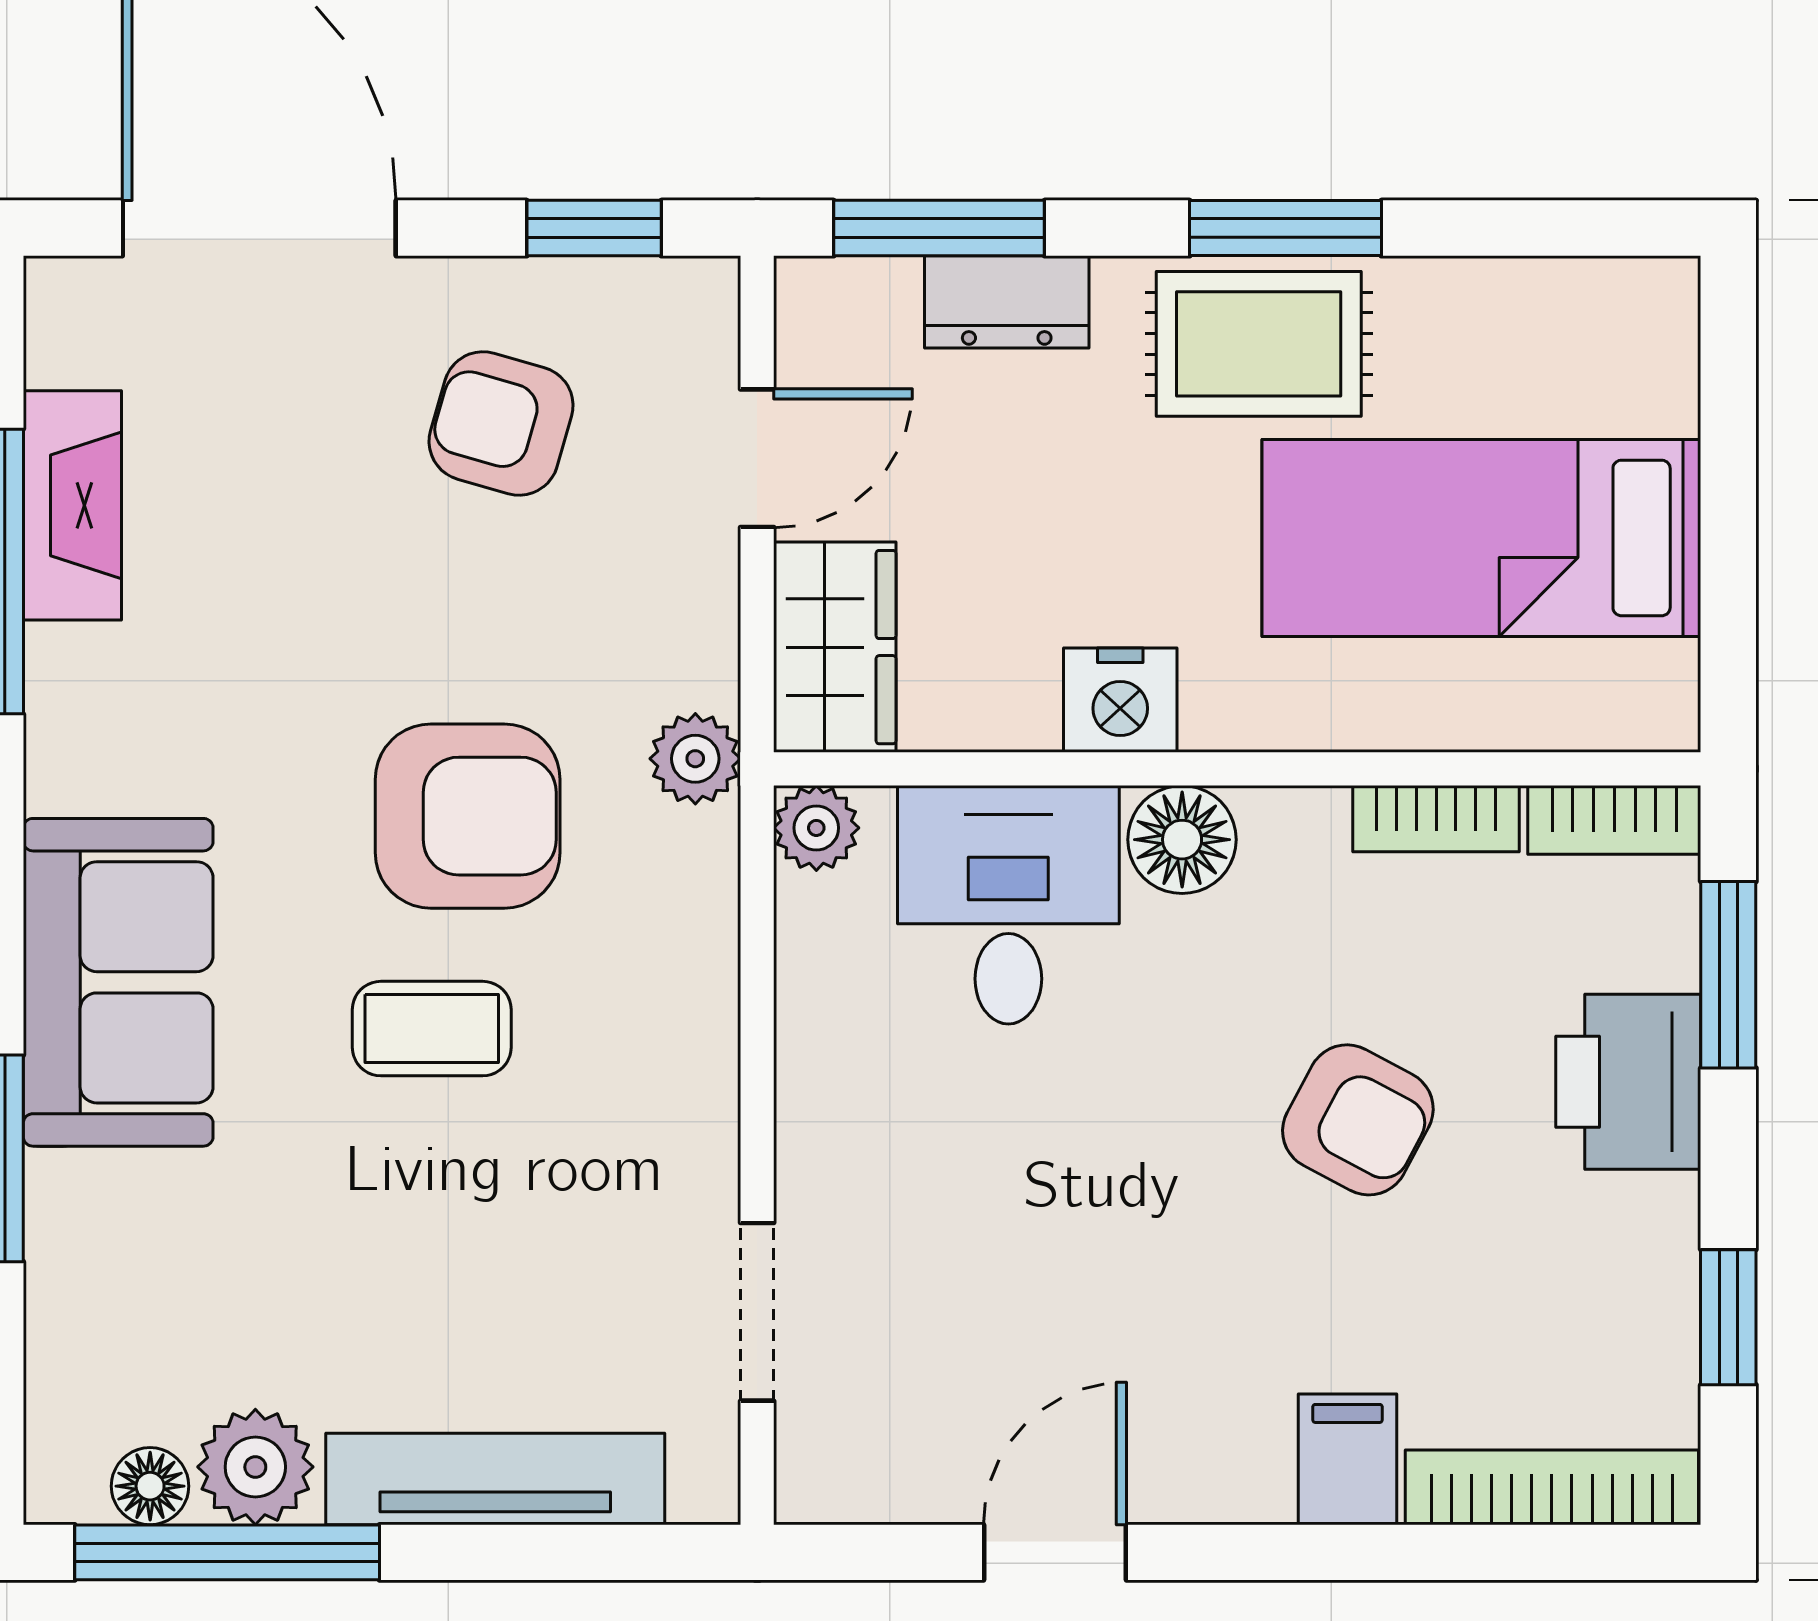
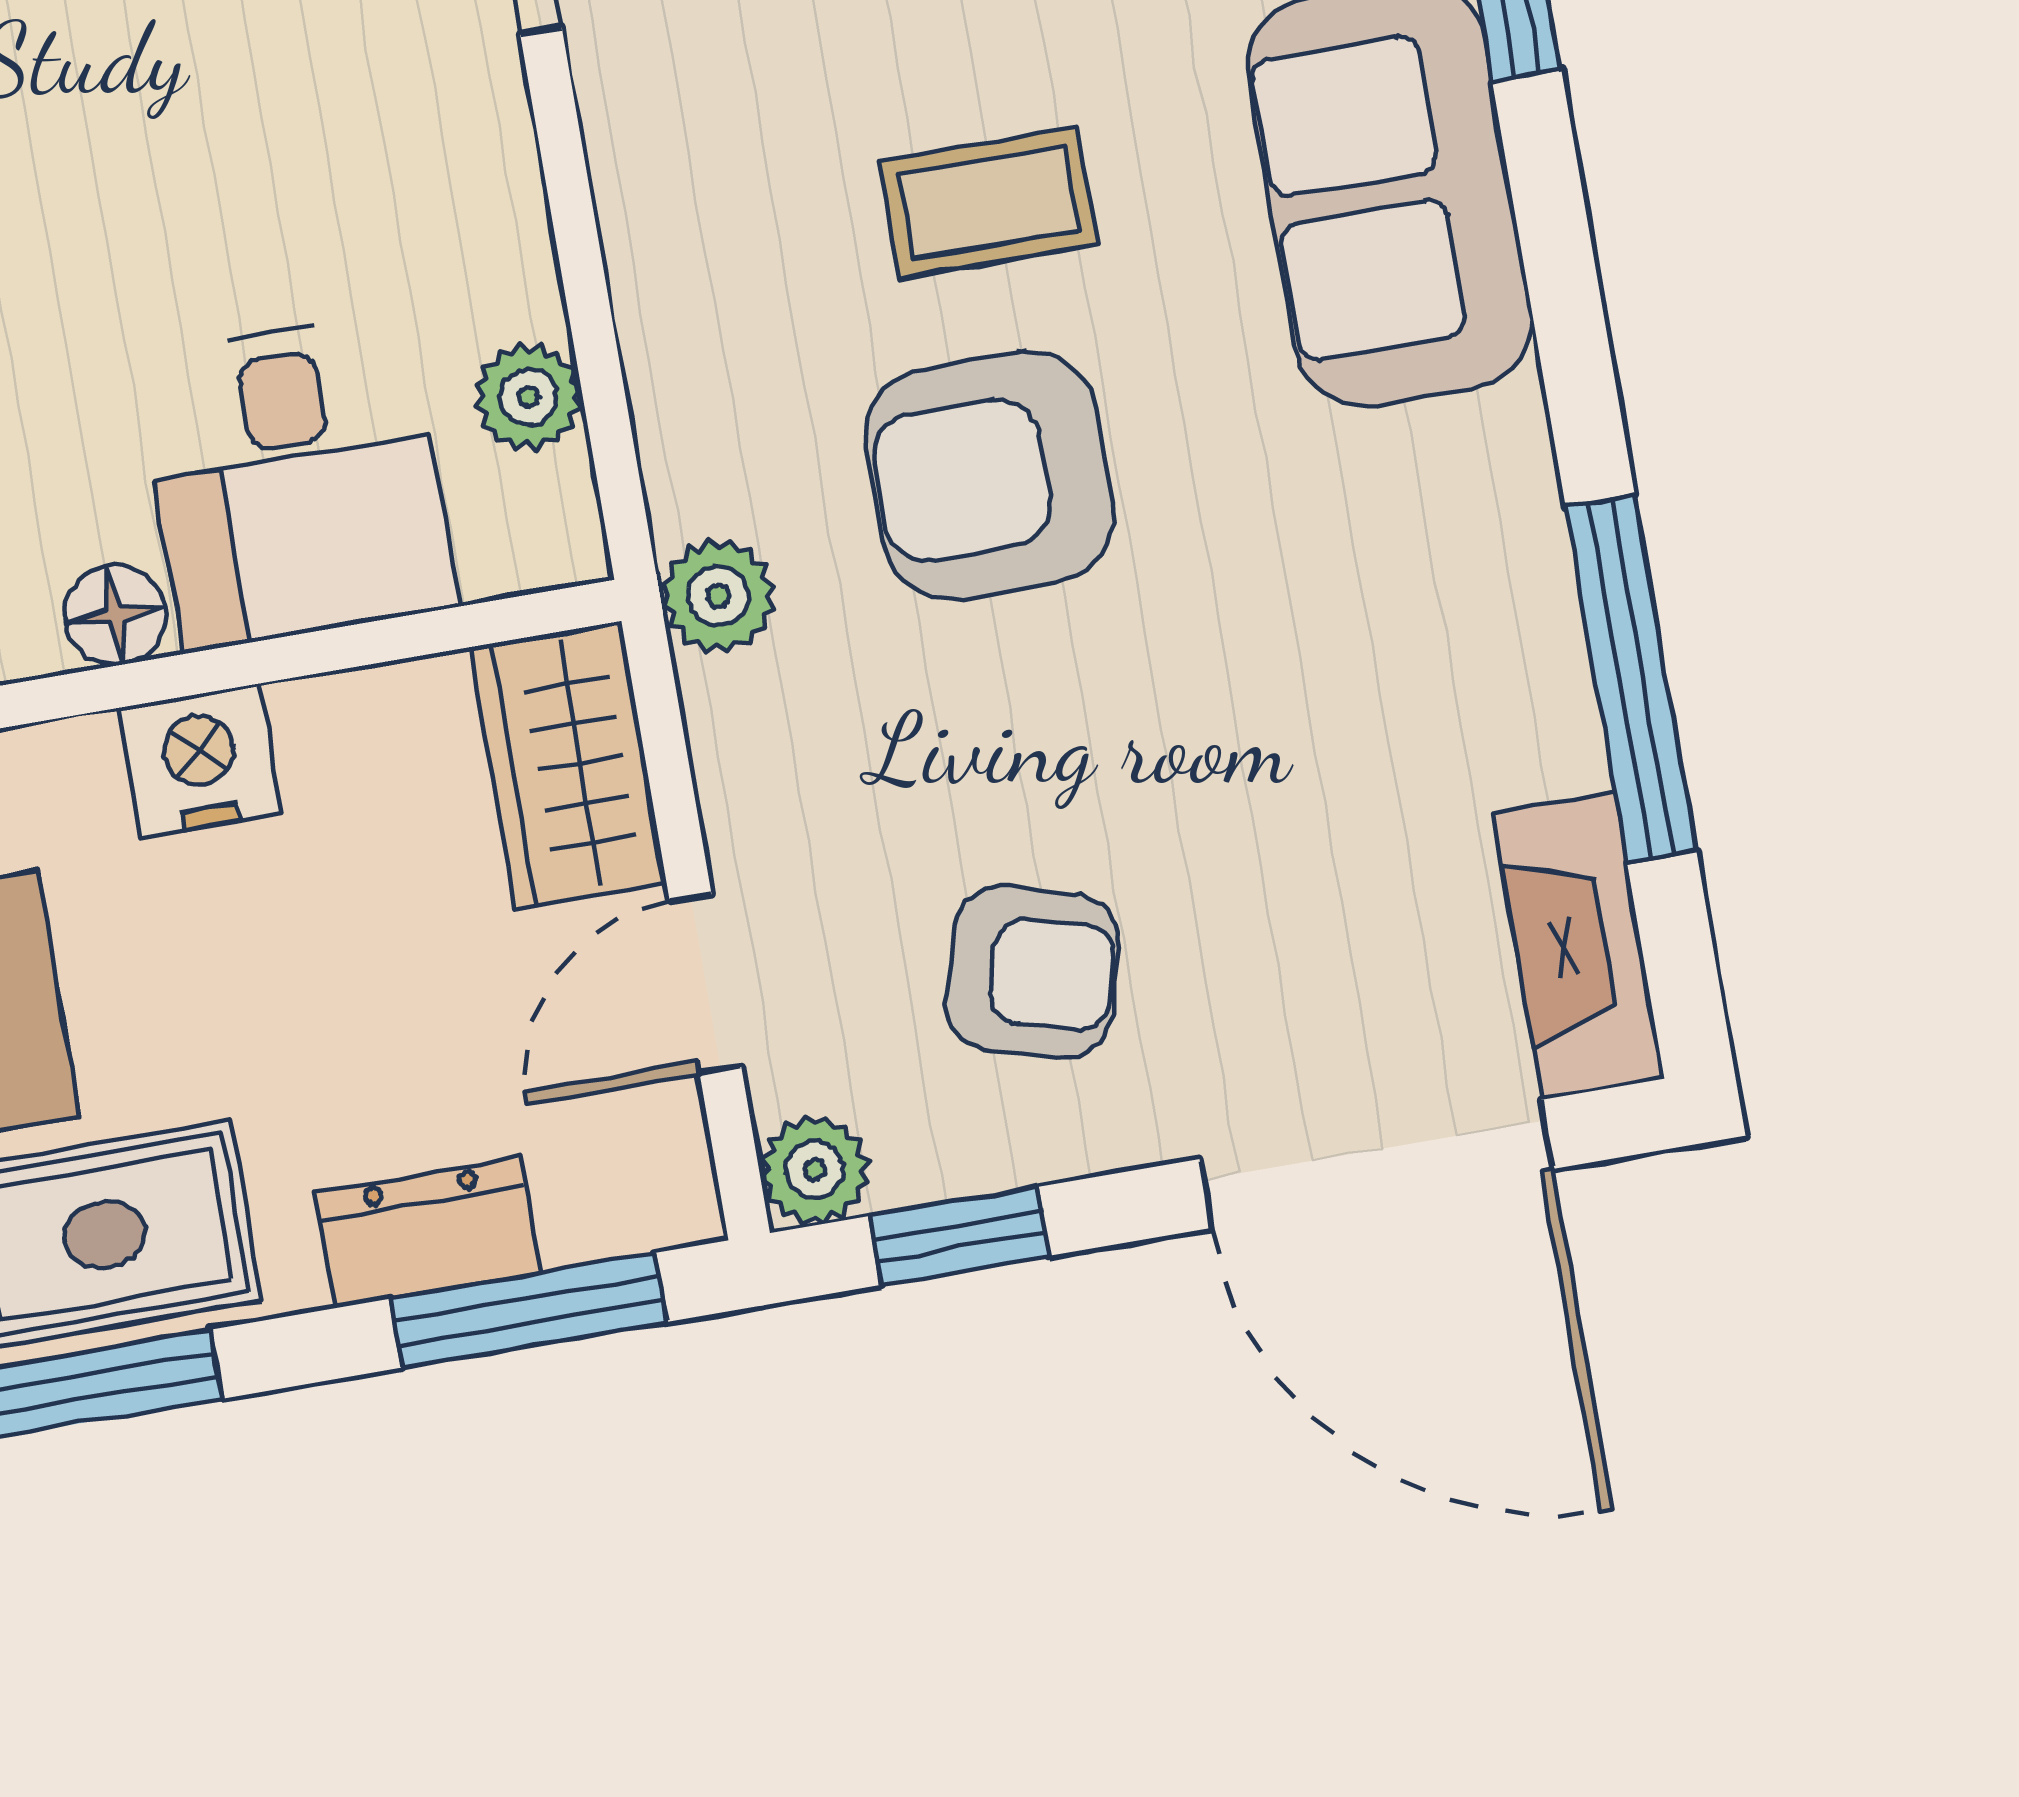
plant: (697, 299) -> (815, 1170), added
fireplace: (72, 505) -> (1579, 946), moved
plant: (816, 828) -> (528, 397), moved
floor lamp: (1182, 840) -> (115, 615), width x0.73, depth x0.73

